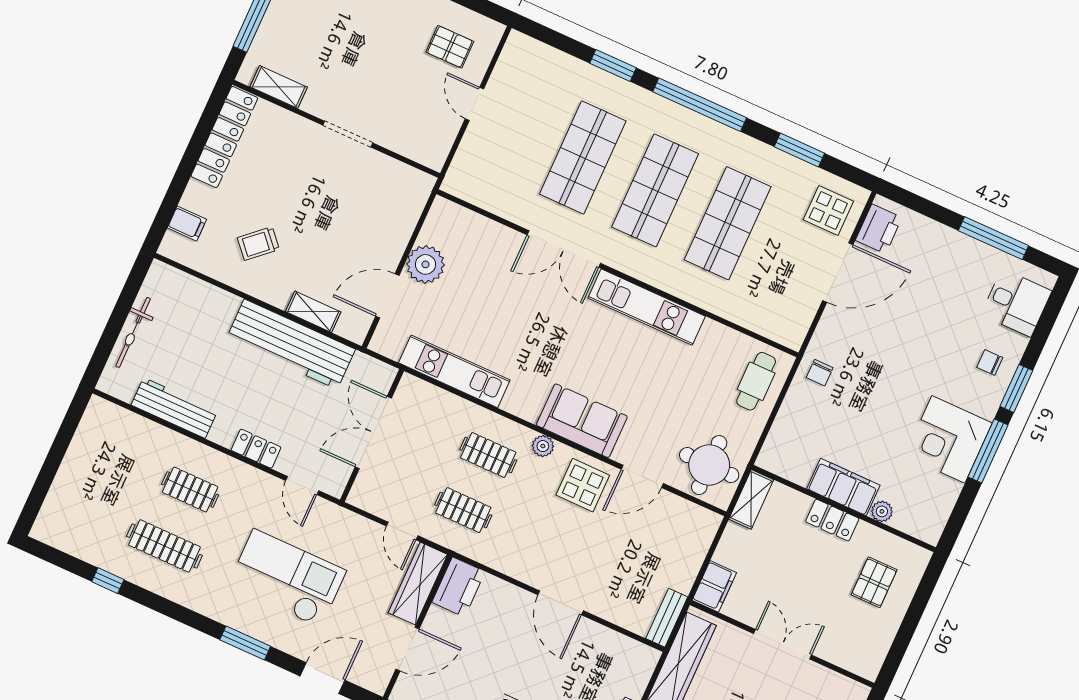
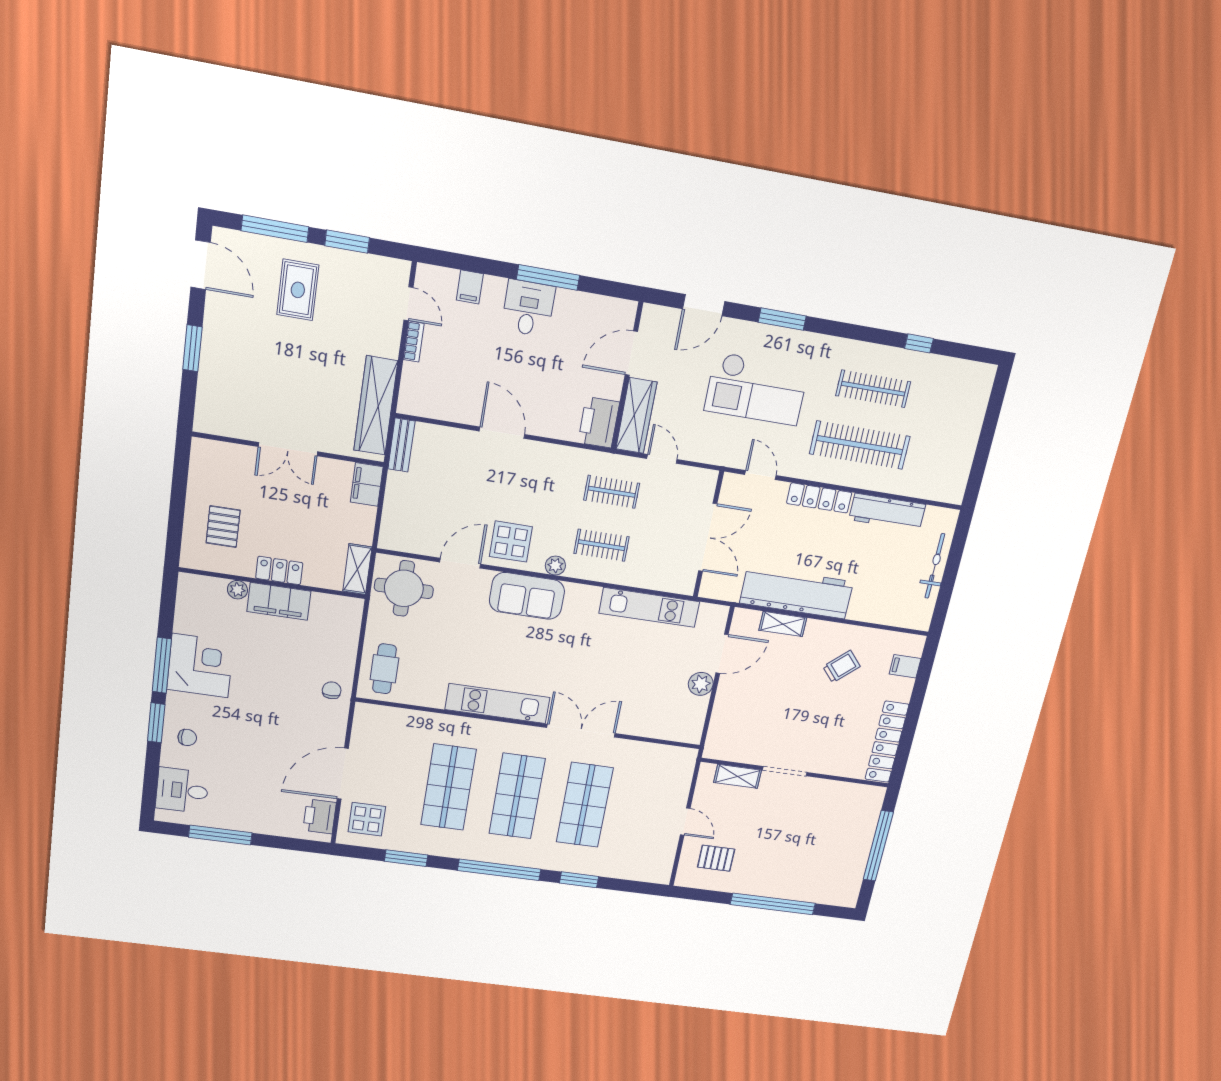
shelving: (279, 87) -> (738, 776), moved
plant: (425, 264) -> (701, 684), width x0.73, depth x0.73
locker: (256, 449) -> (819, 498), width x1.53
clothes rail: (190, 490) -> (860, 445), width x1.86, depth x1.31

